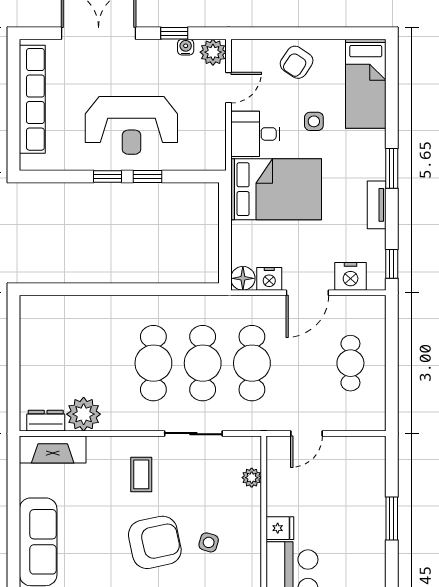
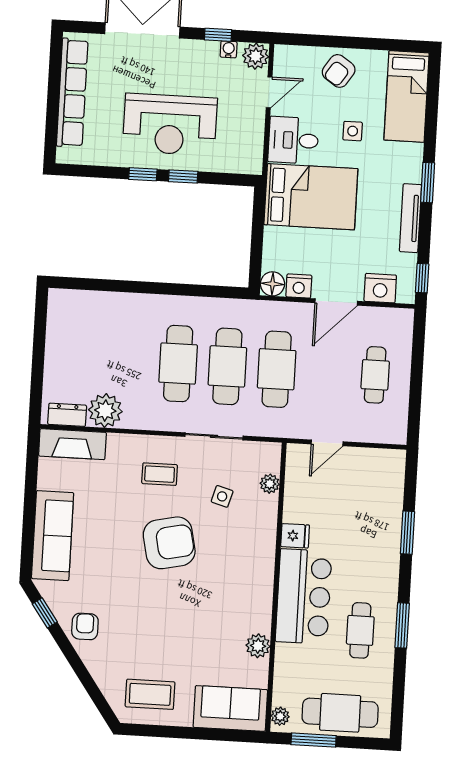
tv unit: (377, 205) -> (410, 218), width x1.41
coffee table: (141, 474) -> (160, 474), turned 90
side table: (209, 542) -> (222, 496), moved

